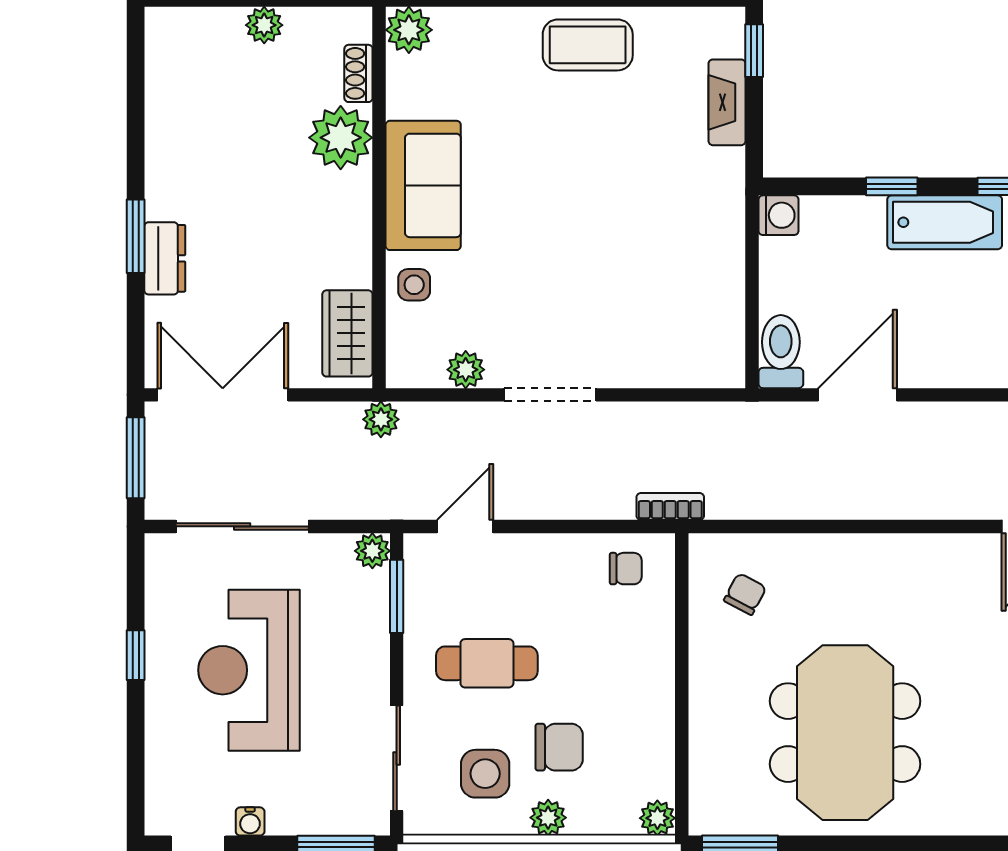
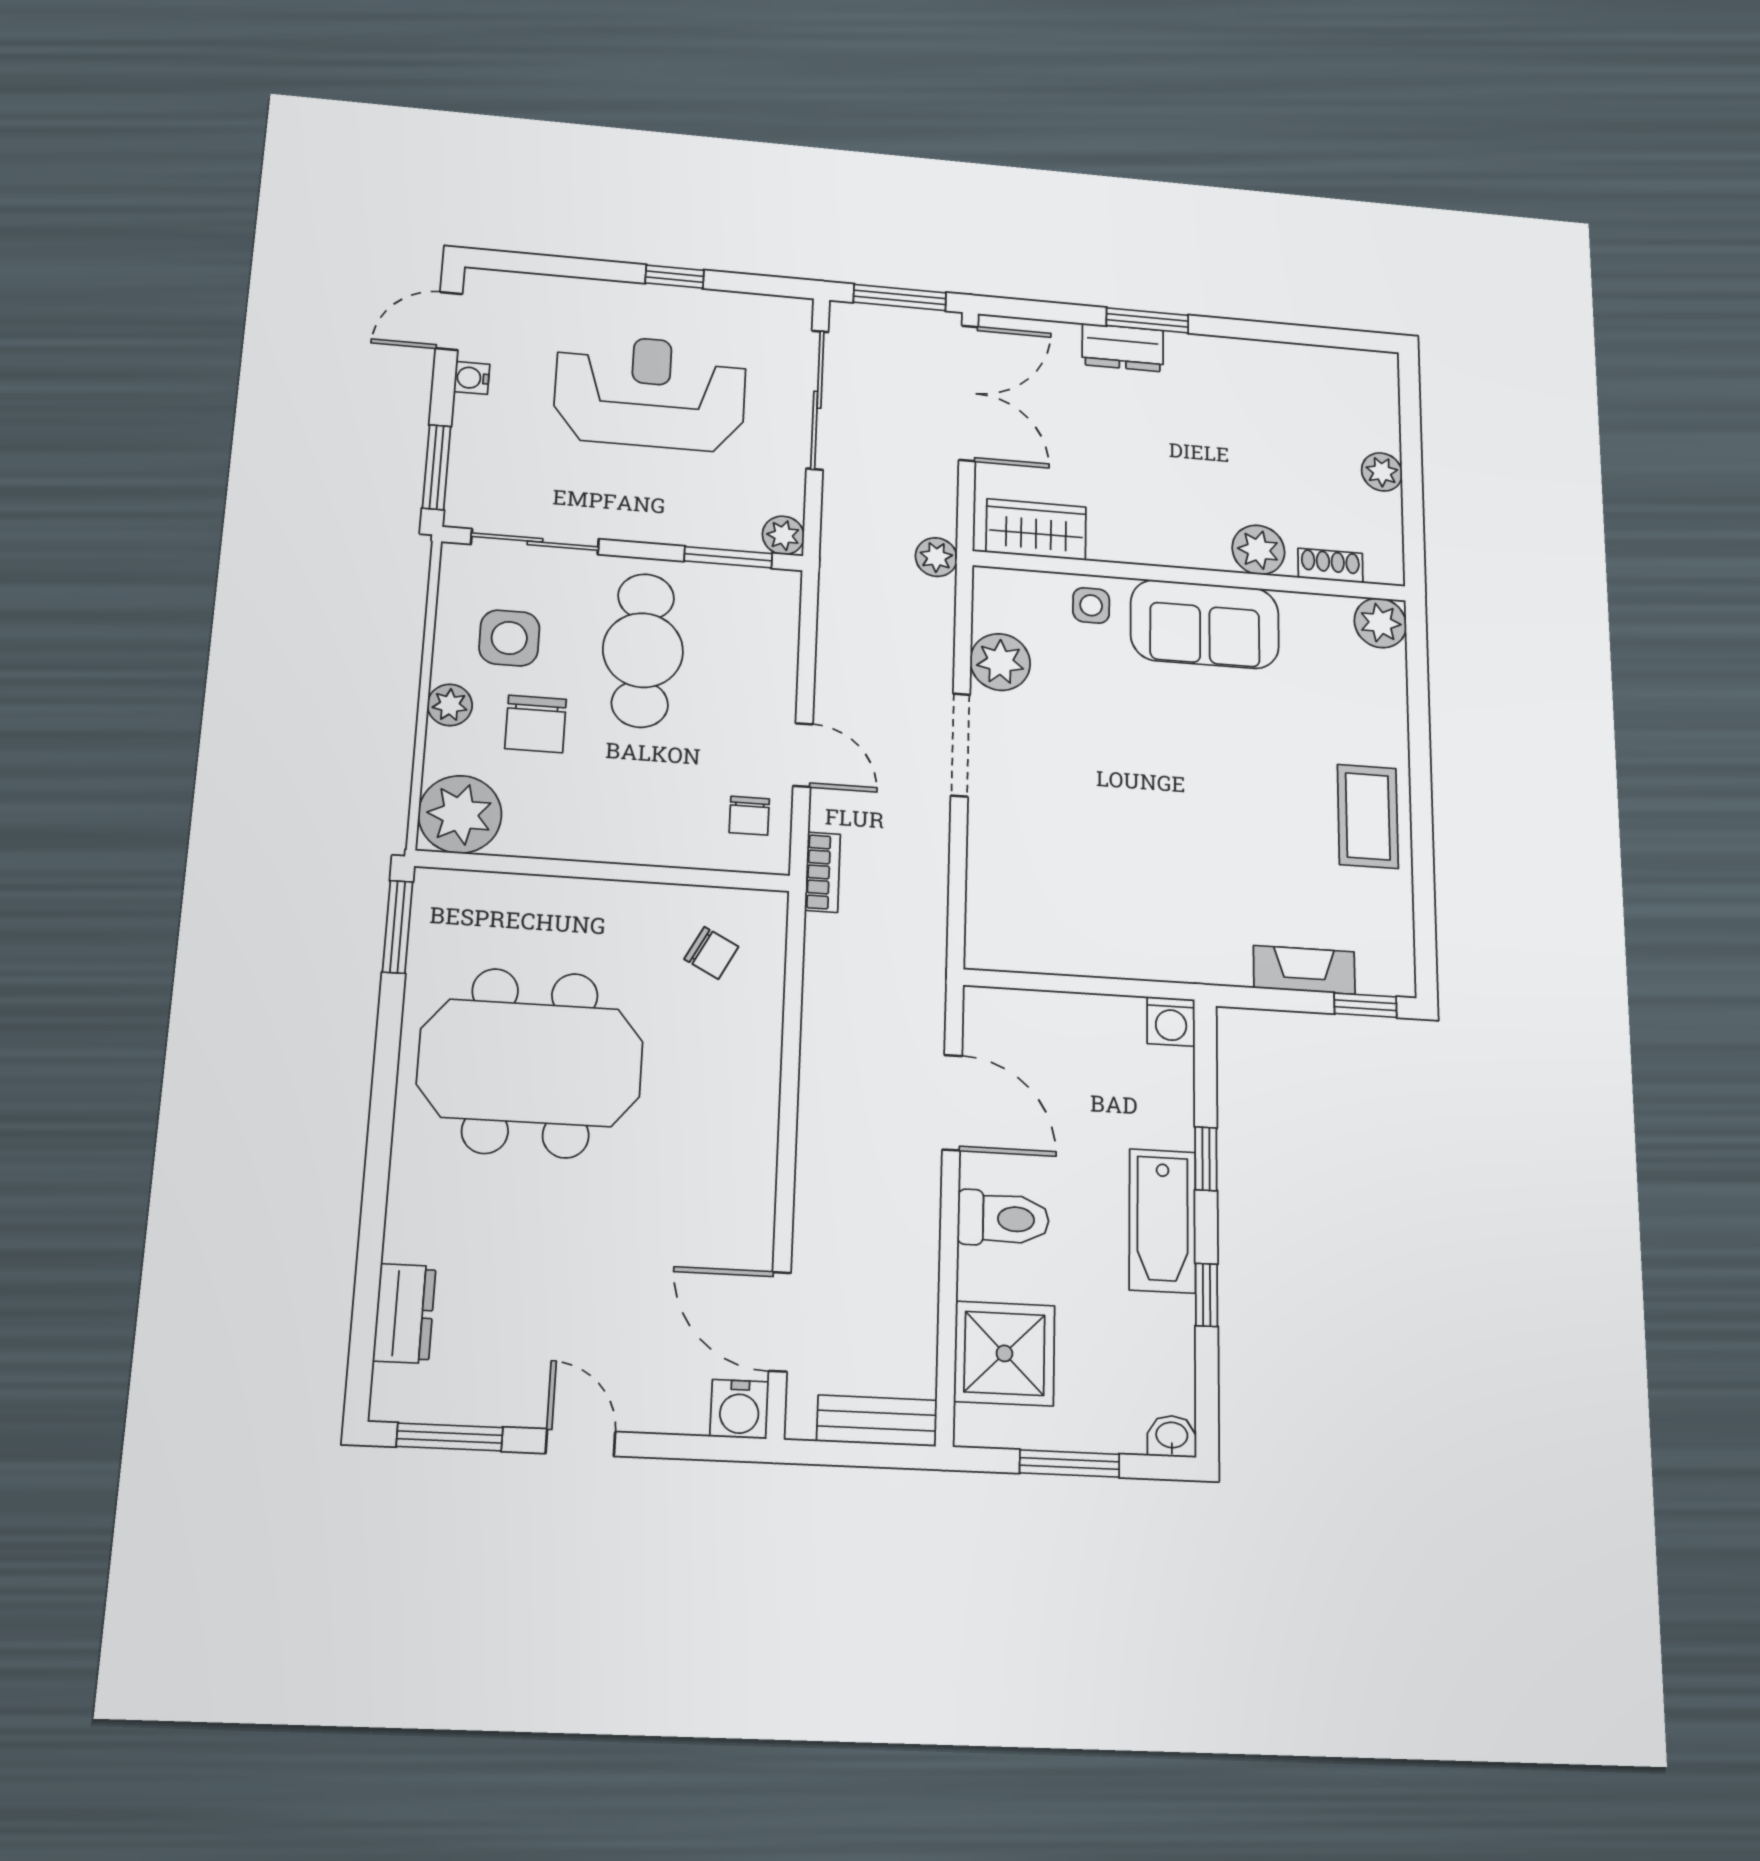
plant: (341, 138) -> (1258, 550), width x0.73, depth x0.73
toilet: (781, 352) -> (1003, 1219), moved
plant: (466, 370) -> (1000, 662), width x1.38, depth x1.38
door: (465, 526) -> (803, 755), moved
cafe table: (487, 663) -> (643, 650), width x1.37, depth x1.35
plant: (657, 818) -> (460, 814), width x1.88, depth x1.88

